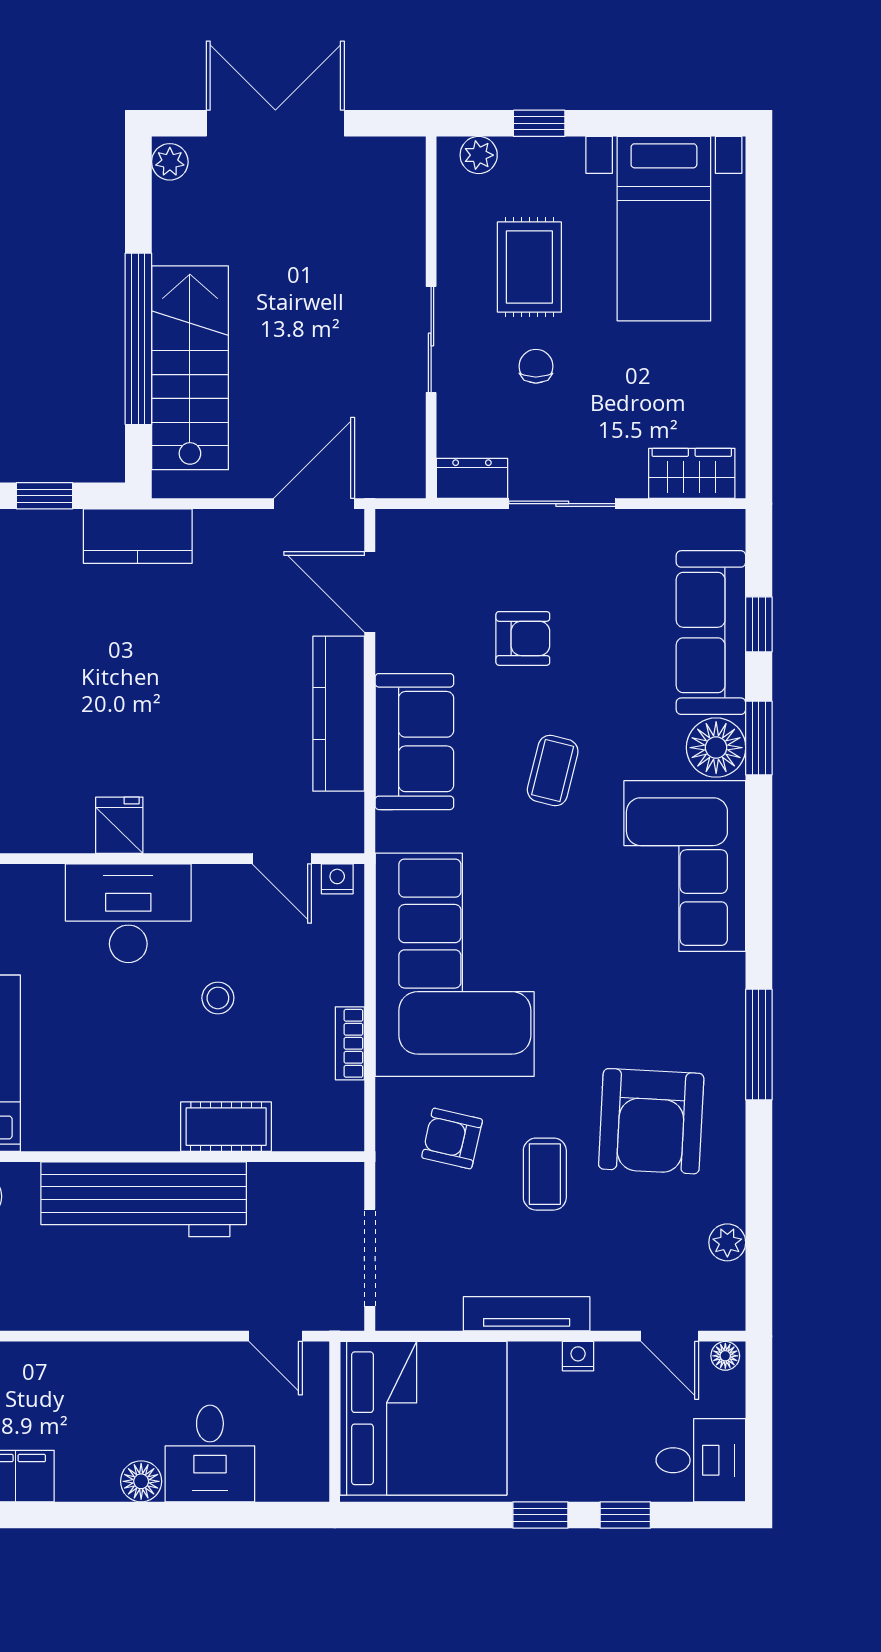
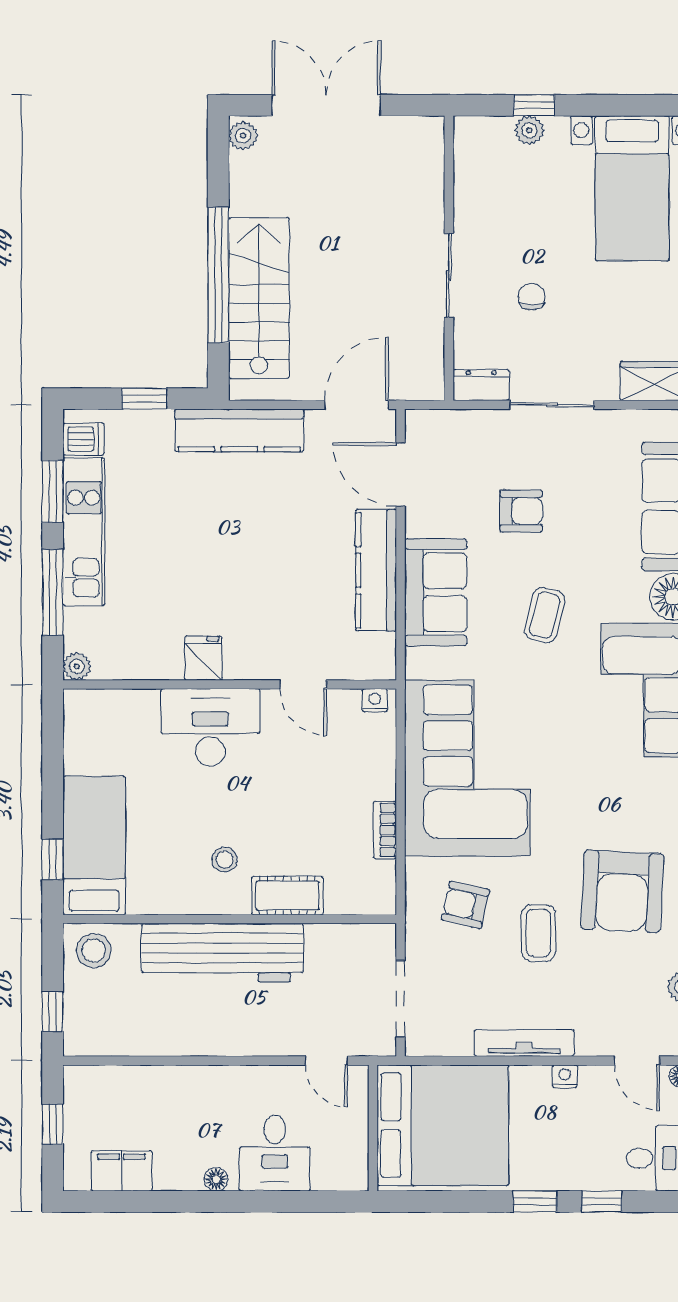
plant: (479, 155) -> (529, 130), moved
rug: (529, 267) -> (526, 219), removed
kitchen counter: (138, 536) -> (239, 430), width x1.50
door: (282, 859) -> (303, 684), moved
stool: (218, 998) -> (225, 860), moved
floor lamp: (141, 1481) -> (216, 1179), width x0.73, depth x0.73

